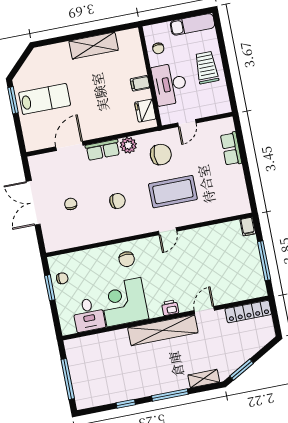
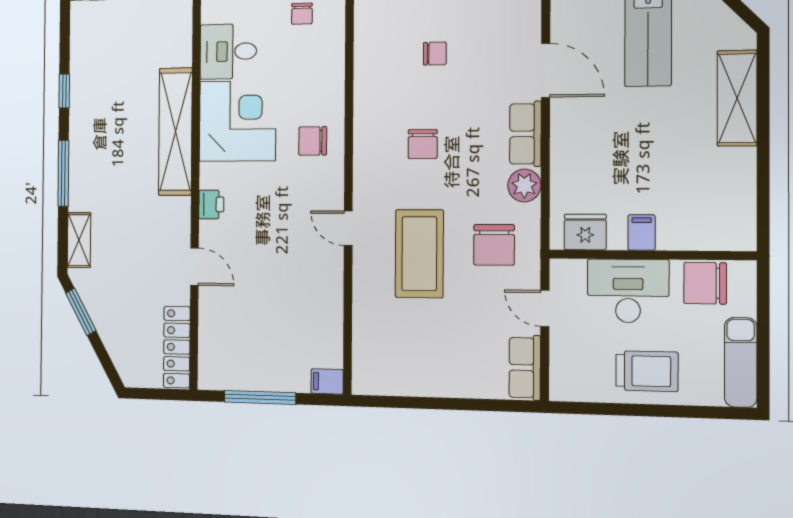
shelving: (94, 46) -> (737, 98), moved
chair: (158, 48) -> (705, 283), width x1.87, depth x1.87
row of seats: (231, 149) -> (525, 368), moved, turned -90
shelving: (163, 330) -> (175, 132), moved

